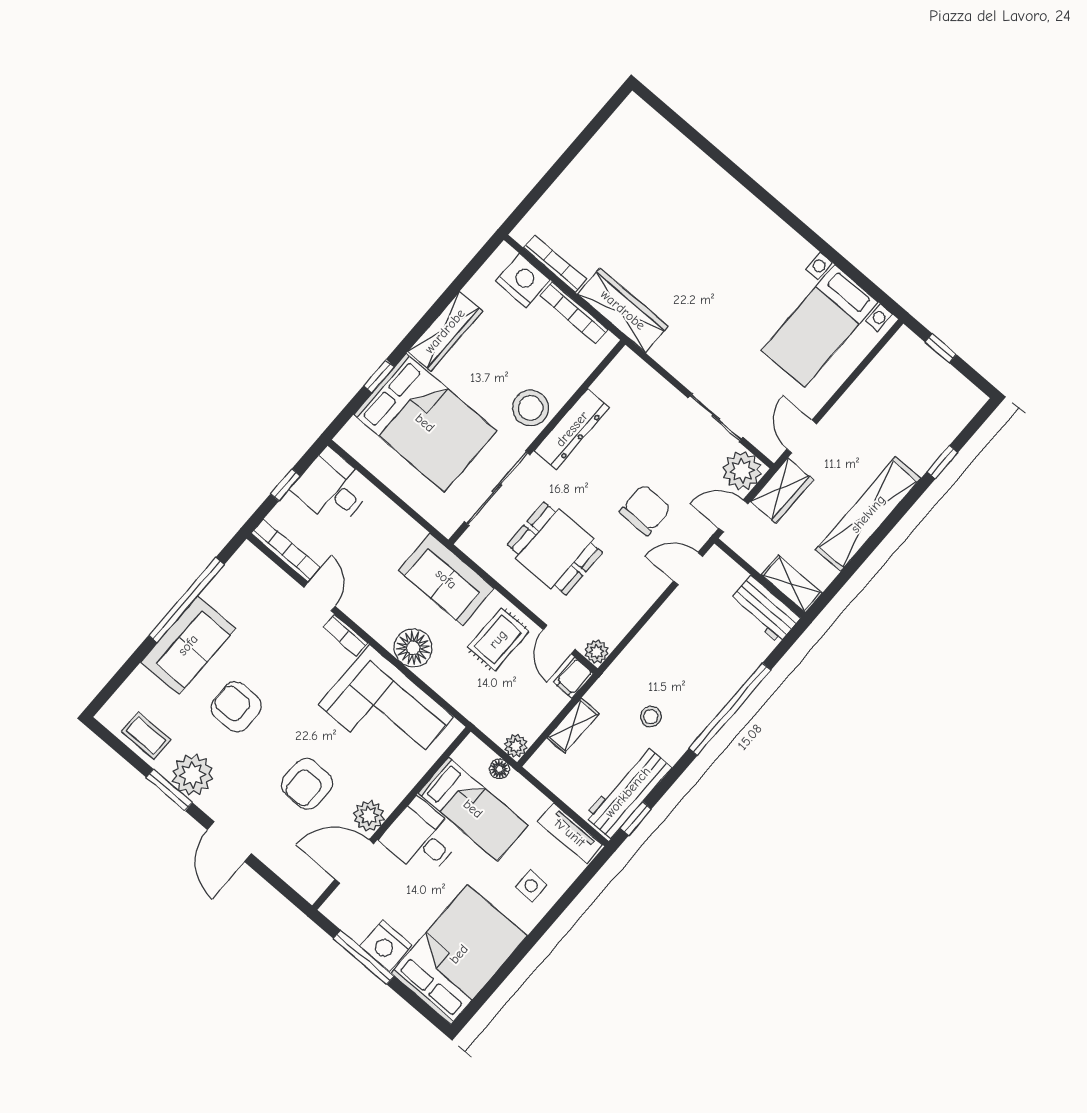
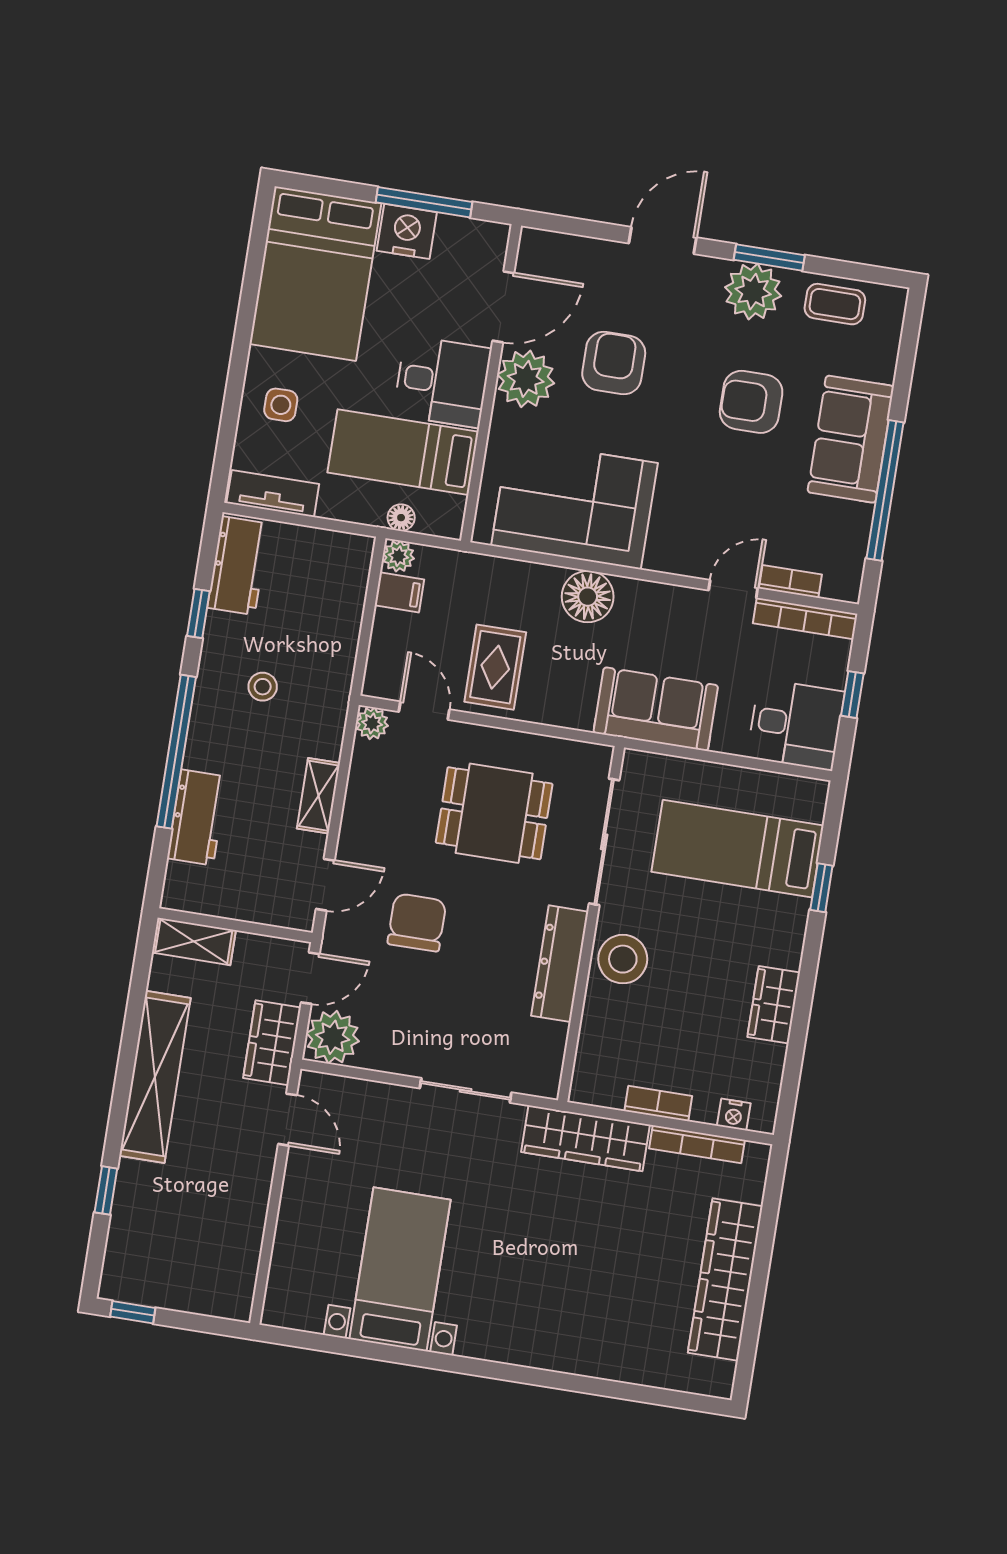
wardrobe: (590, 168) -> (725, 1279), added
nightstand: (523, 281) -> (734, 1115), width x0.53, depth x0.56
bookcase: (574, 313) -> (658, 1104), width x0.64
bed with nightstands: (820, 326) -> (400, 1269), moved
wardrobe: (445, 331) -> (774, 1005), width x0.67
window: (941, 348) -> (133, 1312), moved
sliding door: (716, 418) -> (466, 1090), moved
bed: (425, 423) -> (737, 849), width x0.67
chair: (645, 510) -> (417, 922), turned 180
sofa: (446, 579) -> (656, 709), moved
door: (319, 597) -> (733, 589), swing flipped
workbench: (765, 609) -> (197, 817), moved, turned 90
bookcase: (345, 635) -> (790, 581), moved
filing cabinet: (573, 678) -> (399, 592), moved, turned 90
armchair: (236, 707) -> (751, 402), turned 180
shelving: (573, 726) -> (318, 796), moved
workbench: (628, 792) -> (238, 566), width x0.73
plant: (369, 816) -> (526, 379), width x1.36, depth x1.36
window: (636, 819) -> (198, 614), moved
door: (229, 842) -> (663, 240), hinge flipped

